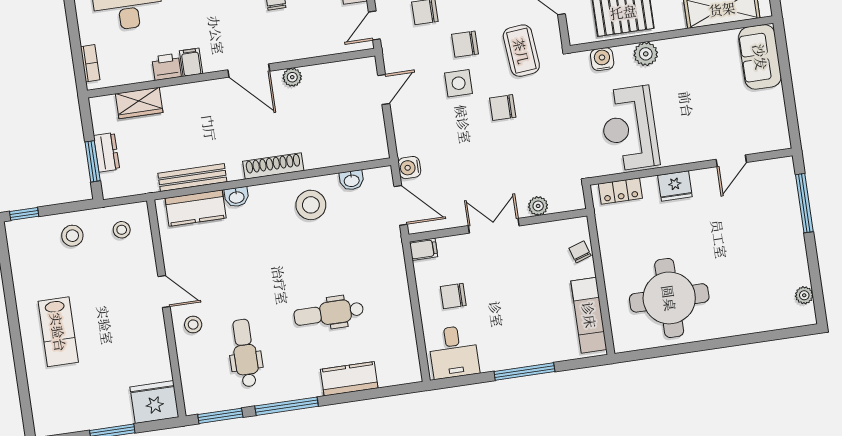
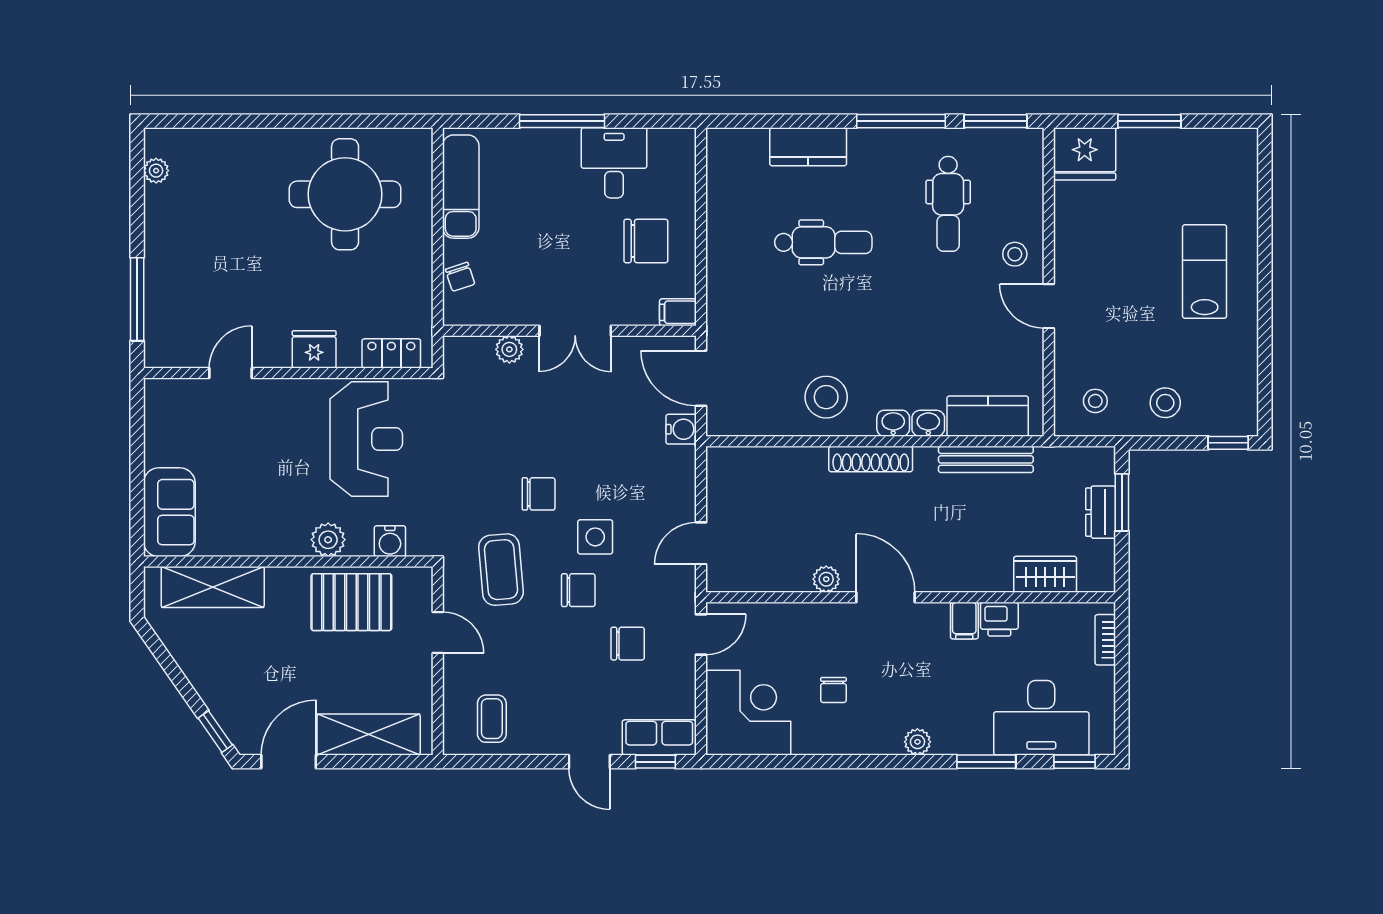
washbasin: (352, 180) -> (893, 423), moved
chair: (453, 296) -> (646, 241), width x1.37, depth x1.37
desk: (454, 352) -> (614, 163), moved

